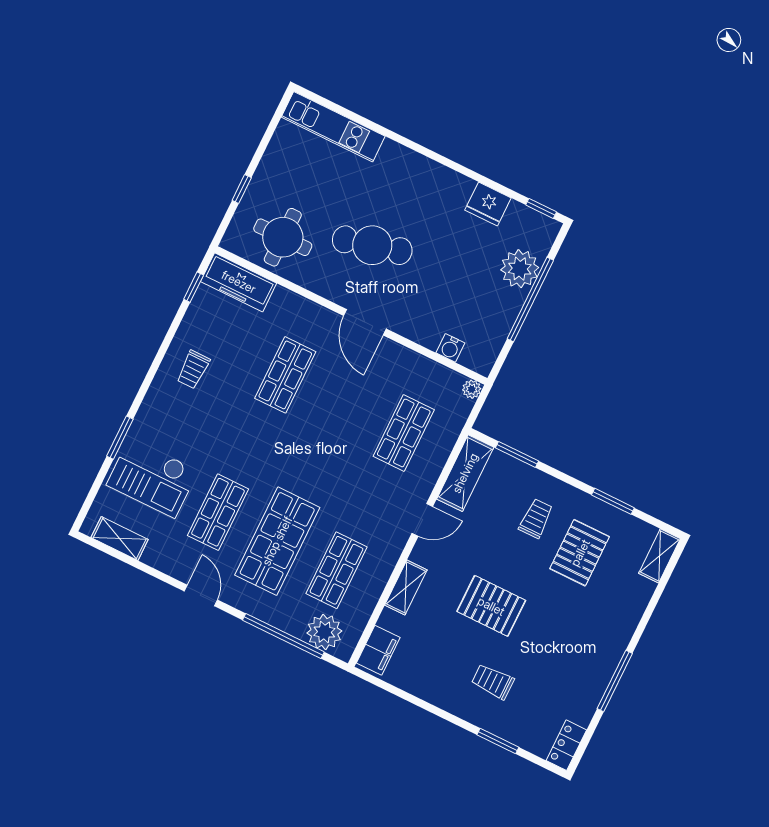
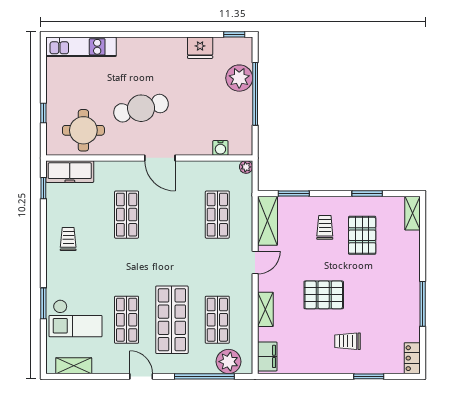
trolley: (193, 370) -> (68, 239), turned 180

